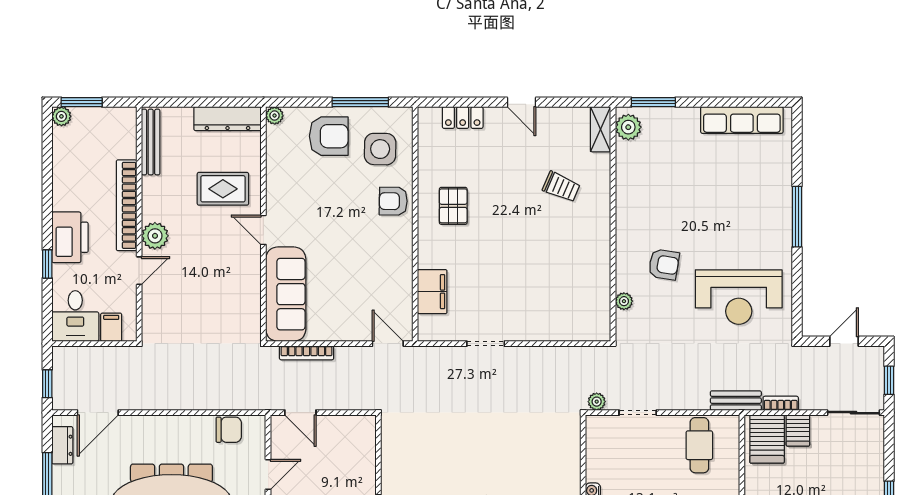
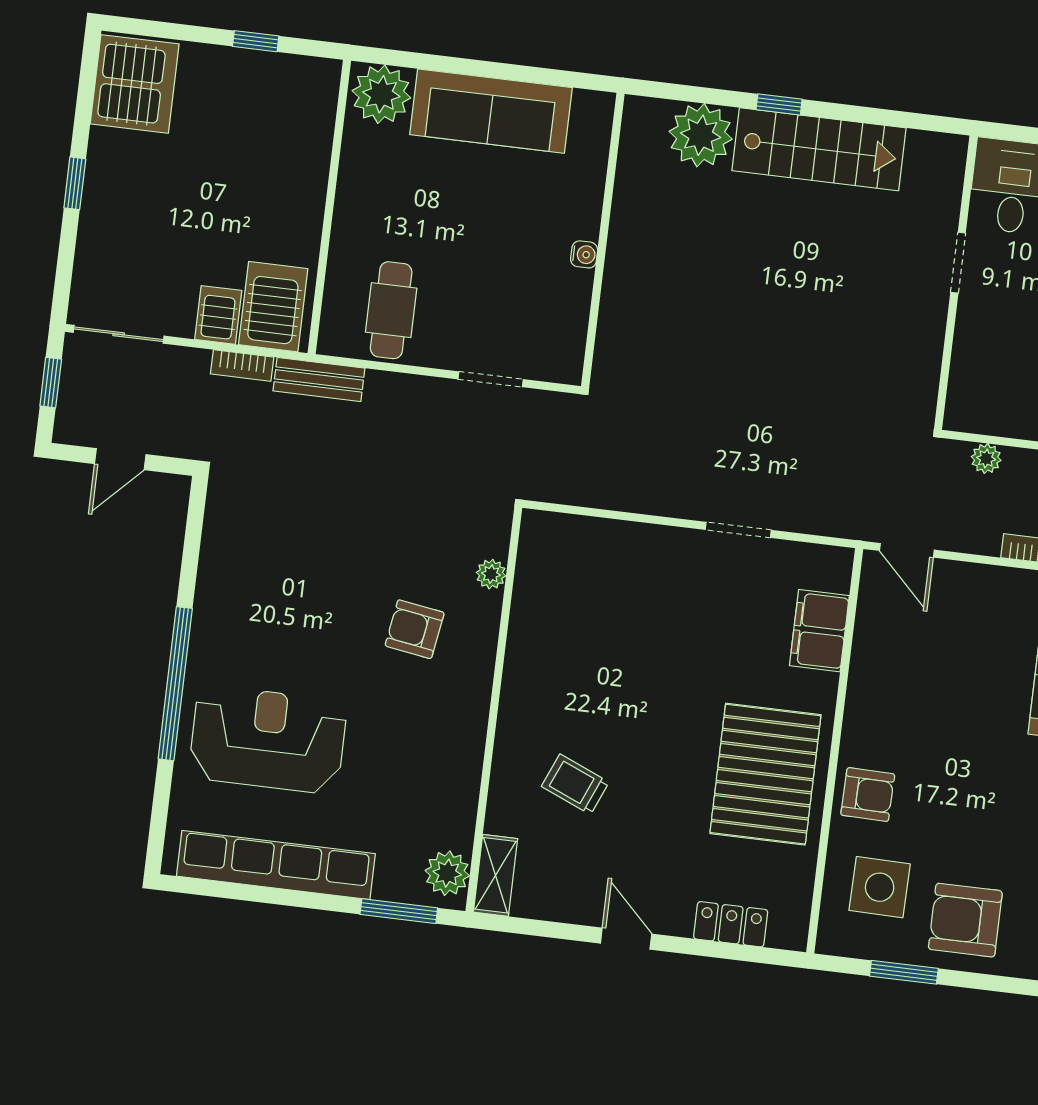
window: (360, 102) -> (904, 972), width x0.69
row of seats: (742, 120) -> (276, 865), width x1.36
pallet: (453, 206) -> (765, 774), width x2.05, depth x2.00
window: (797, 217) -> (175, 684), width x1.46
reception desk: (739, 297) -> (268, 739), moved
plant: (597, 402) -> (986, 459), moved

